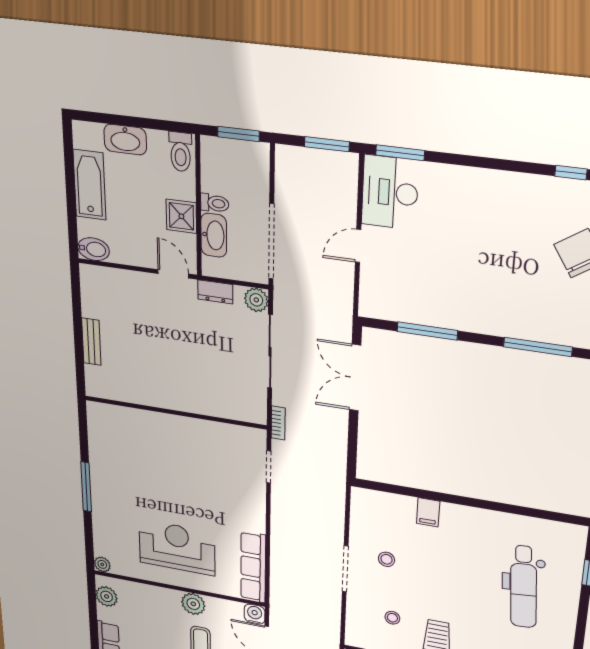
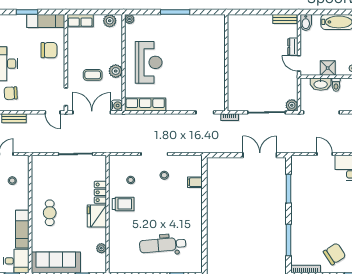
door: (173, 274) -> (299, 63), swing flipped
dresser: (215, 292) -> (293, 47), moved
bench: (91, 342) -> (285, 19), moved
filing cabinet: (428, 512) -> (195, 182), moved

